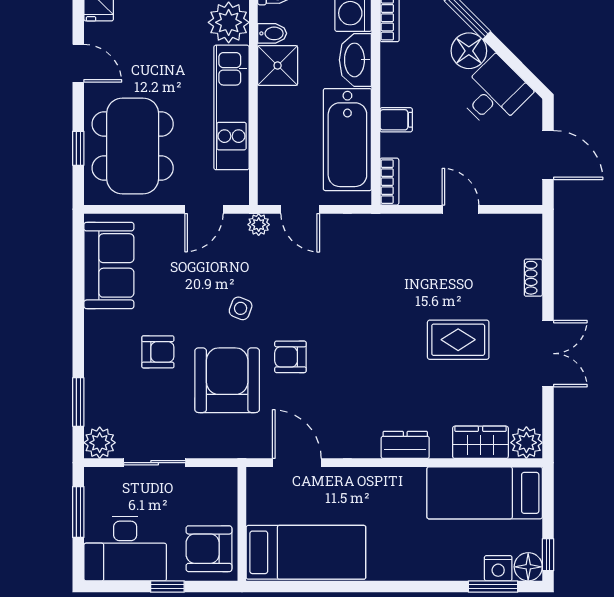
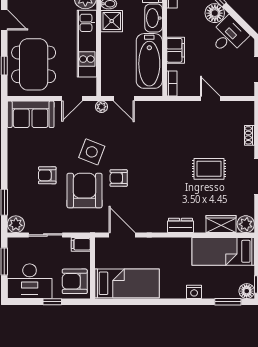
filing cabinet: (396, 120) -> (176, 50), width x2.00
sofa: (109, 265) -> (31, 114), moved, turned 90
side table: (241, 308) -> (92, 152), width x1.87, depth x1.87
armchair: (158, 352) -> (47, 175), turned 180
filing cabinet: (220, 480) -> (81, 244), added
nightstand: (498, 568) -> (194, 292), moved

